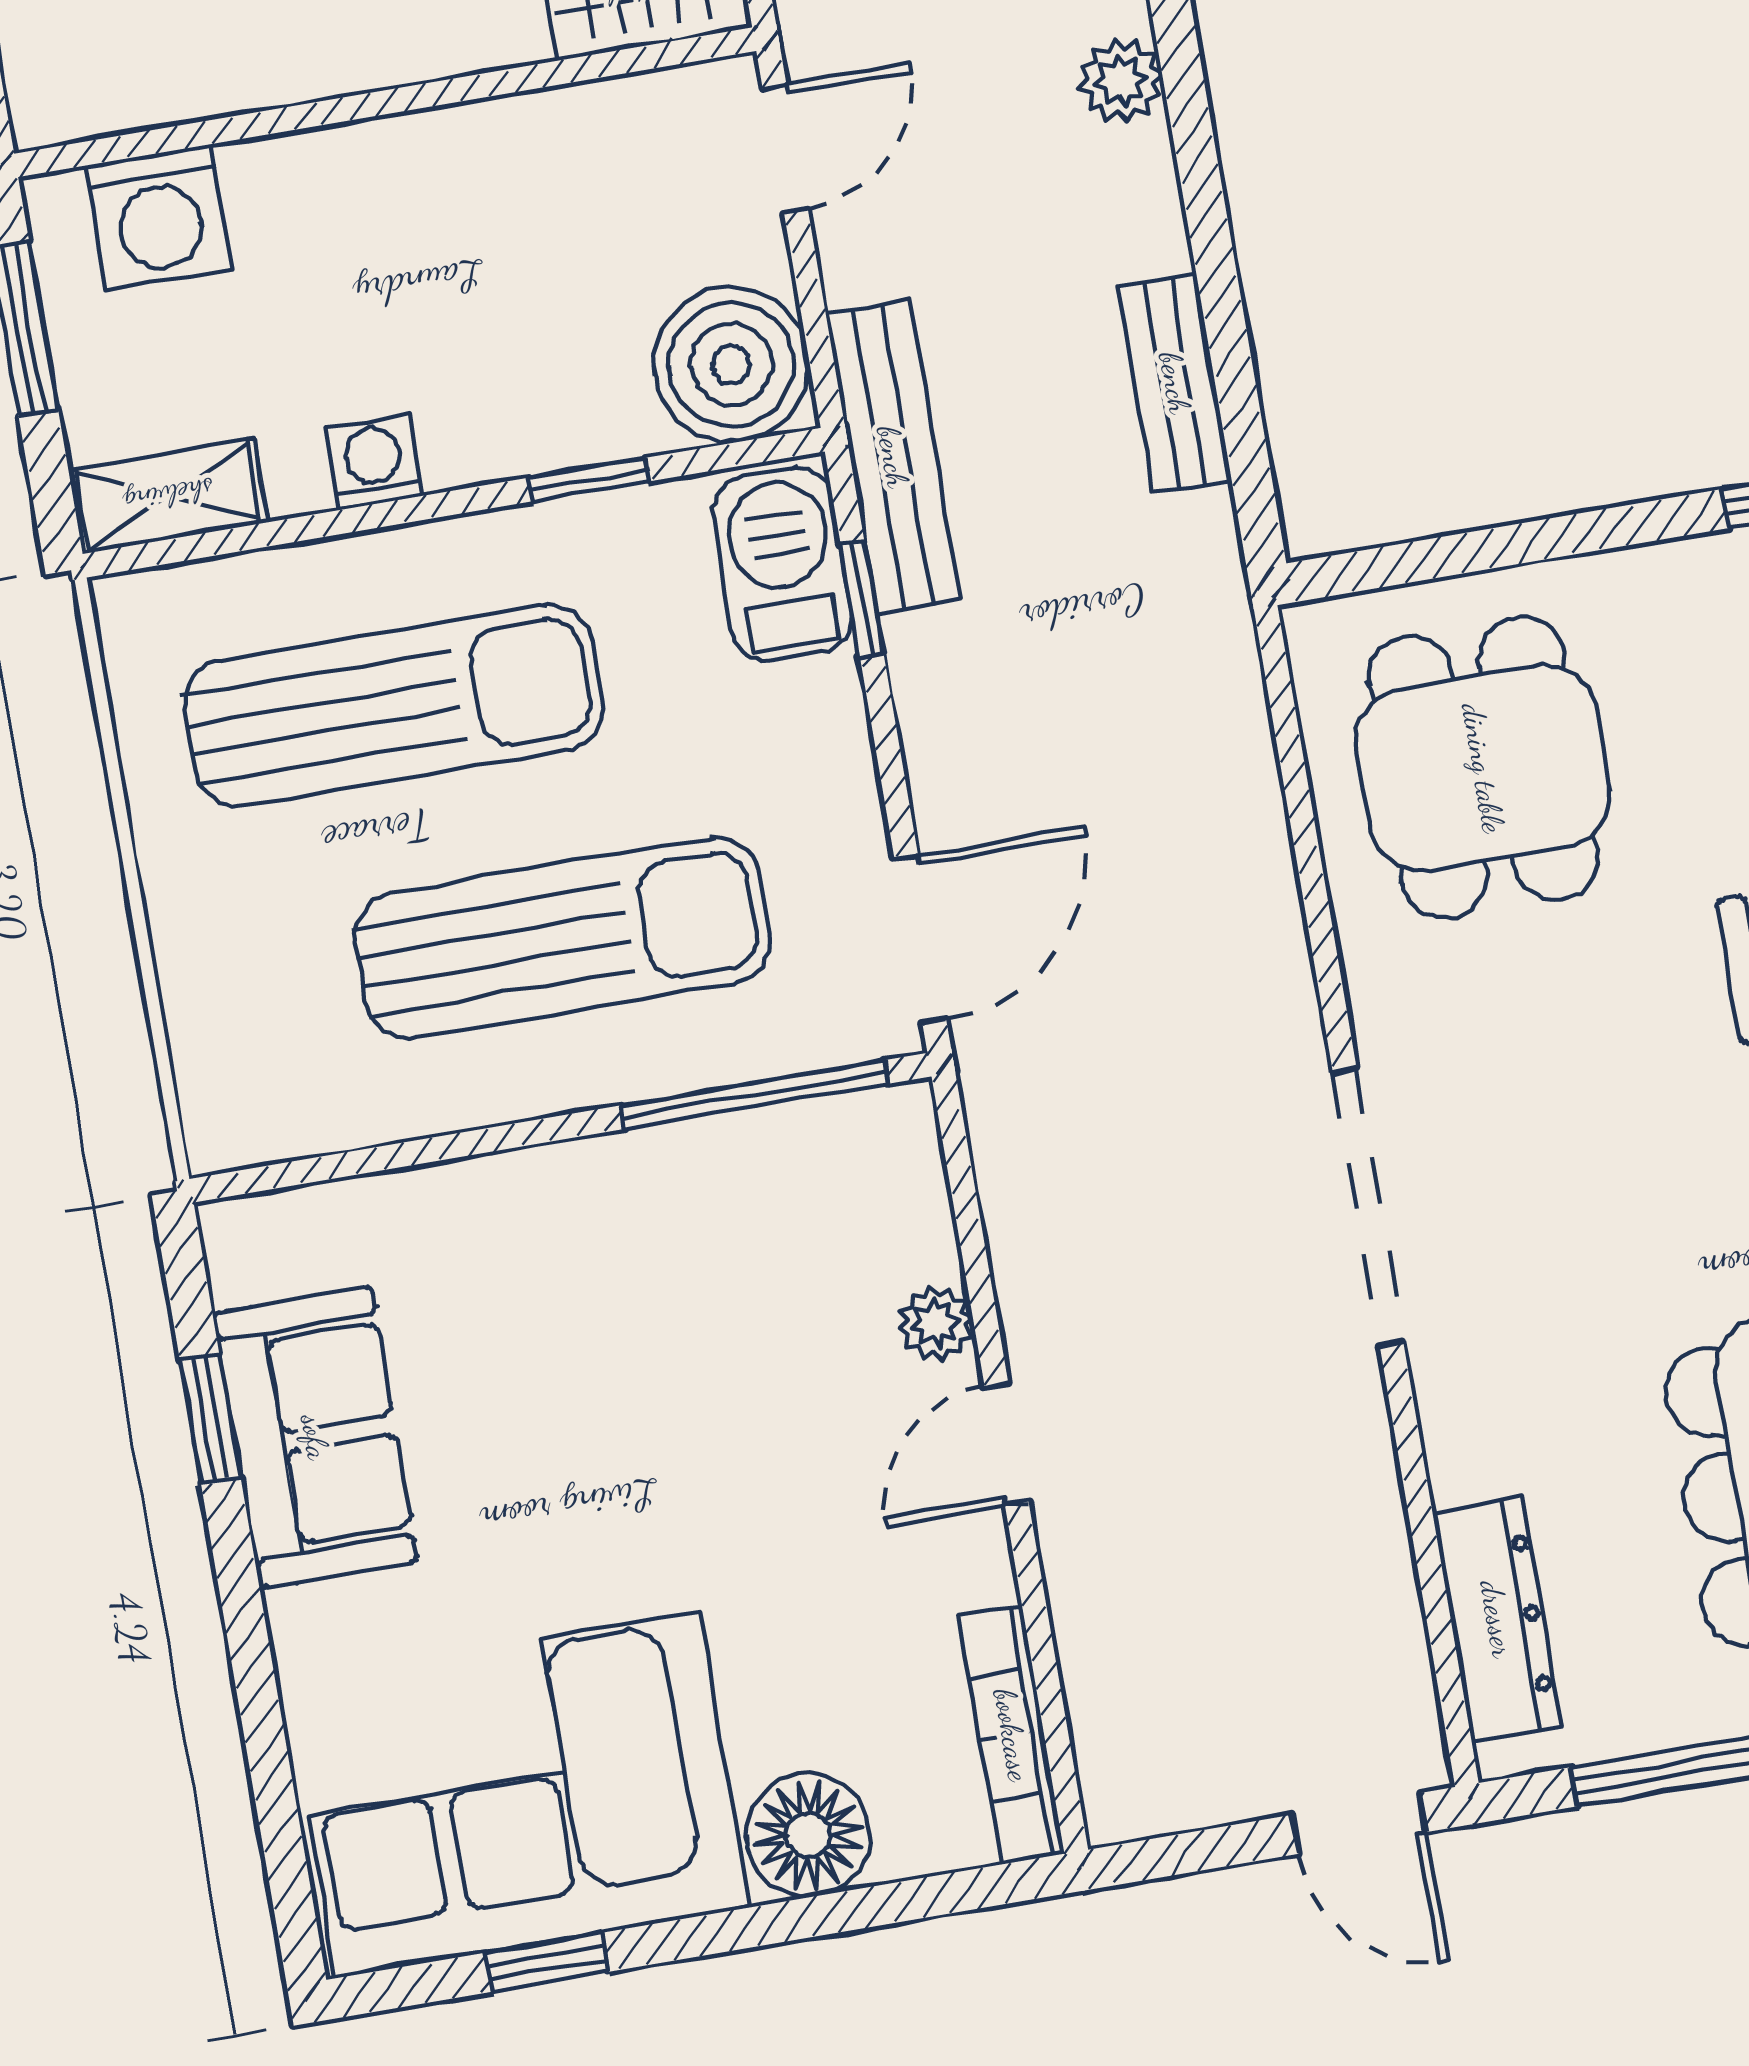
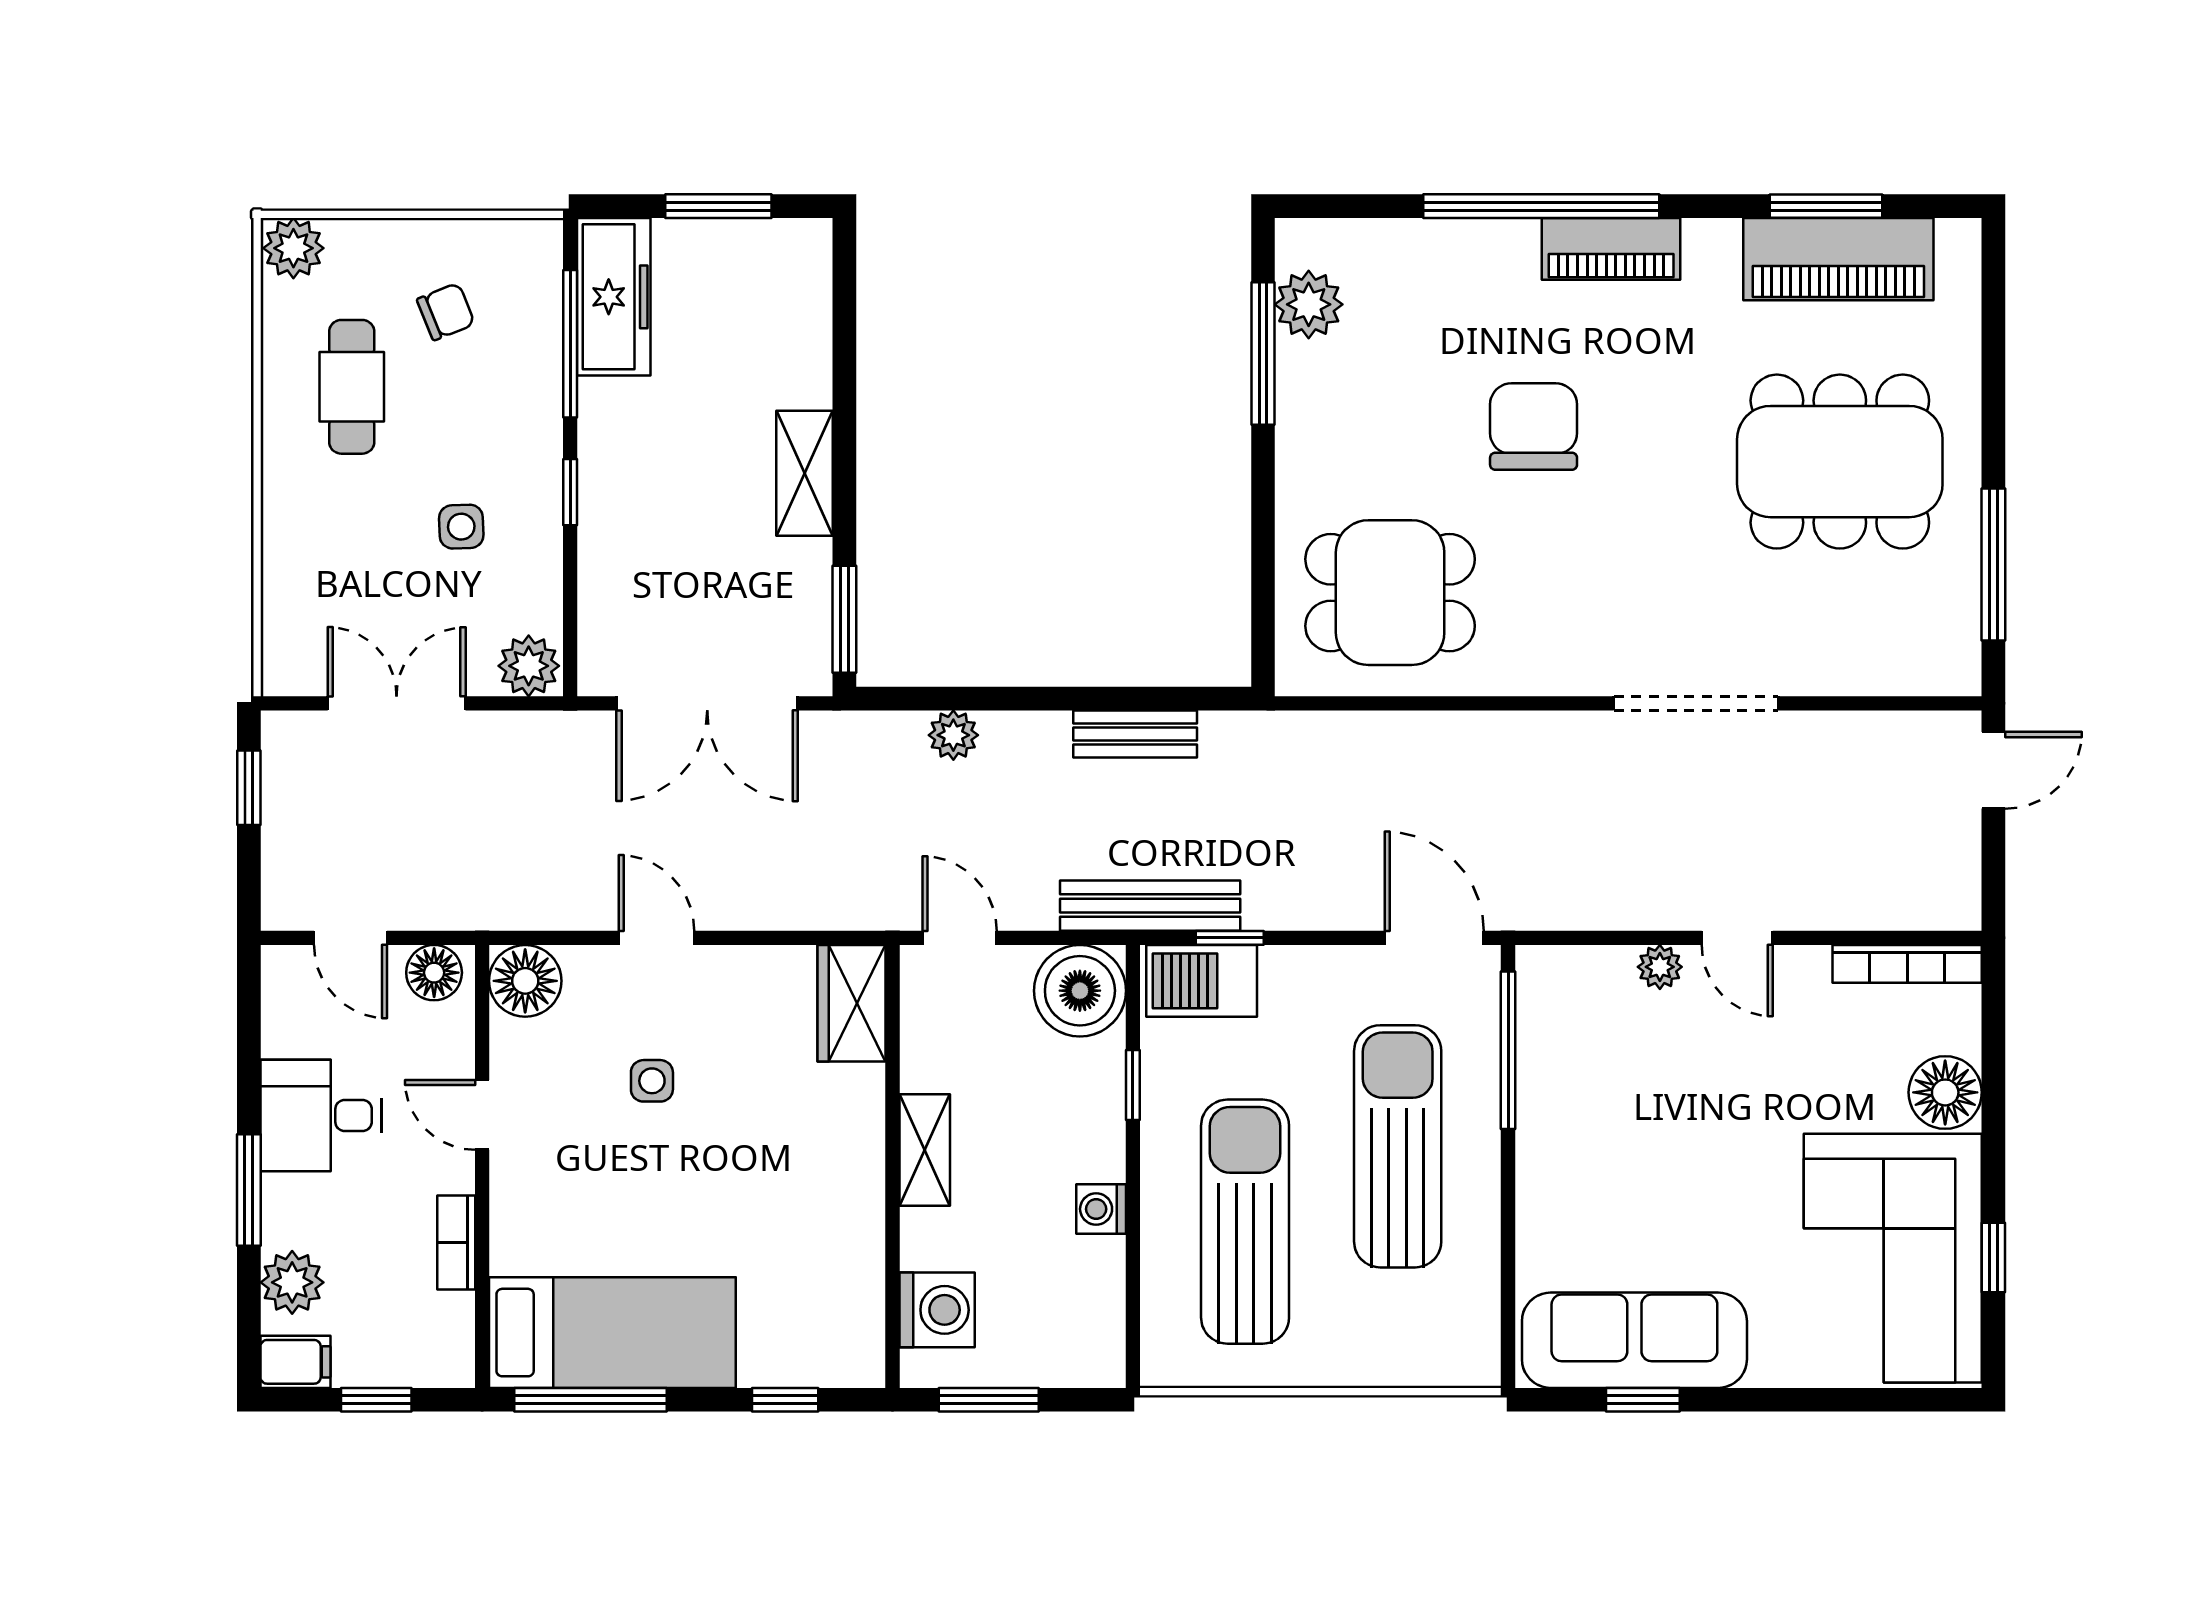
shelving: (168, 496) -> (925, 1150), moved
doorway: (1368, 1207) -> (1696, 703), moved
sofa: (315, 1437) -> (1634, 1340), width x1.36
dresser: (1497, 1619) -> (1888, 669), removed

